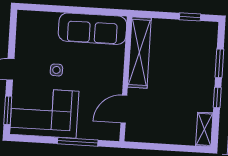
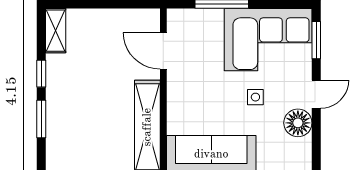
floor lamp: (26, 48) -> (298, 123), added
door: (124, 109) -> (163, 51), swing flipped

